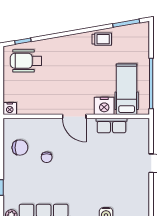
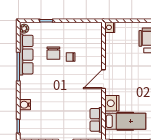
row of seats: (111, 125) -> (96, 120), moved
chair: (20, 148) -> (53, 53), moved

